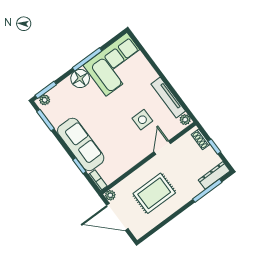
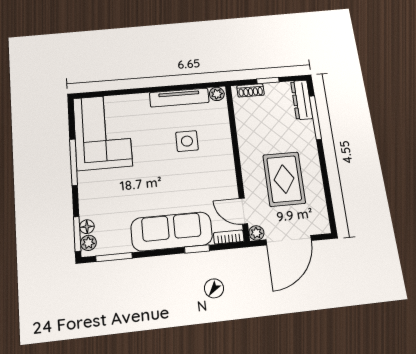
floor lamp: (80, 79) -> (87, 227), moved, width x0.53, depth x0.53
door: (162, 148) -> (243, 211), moved

